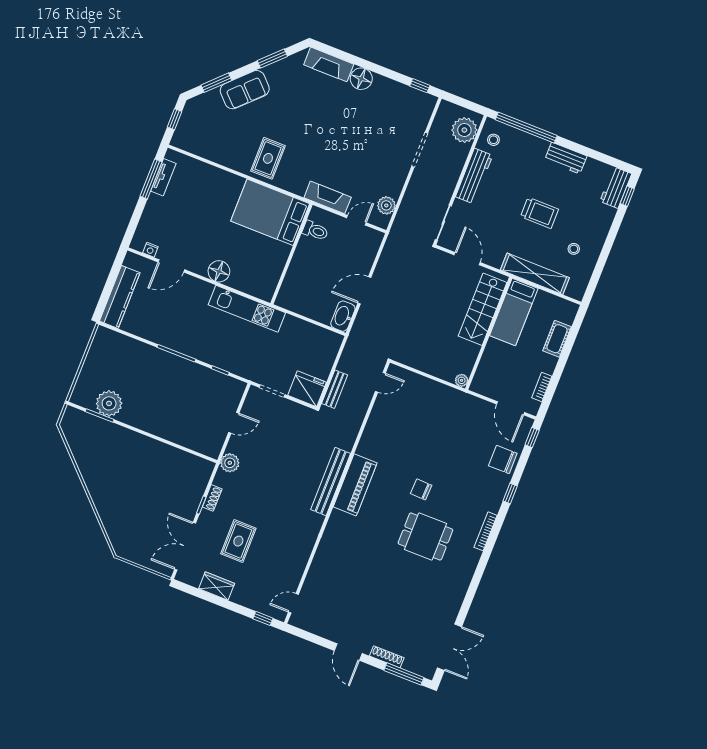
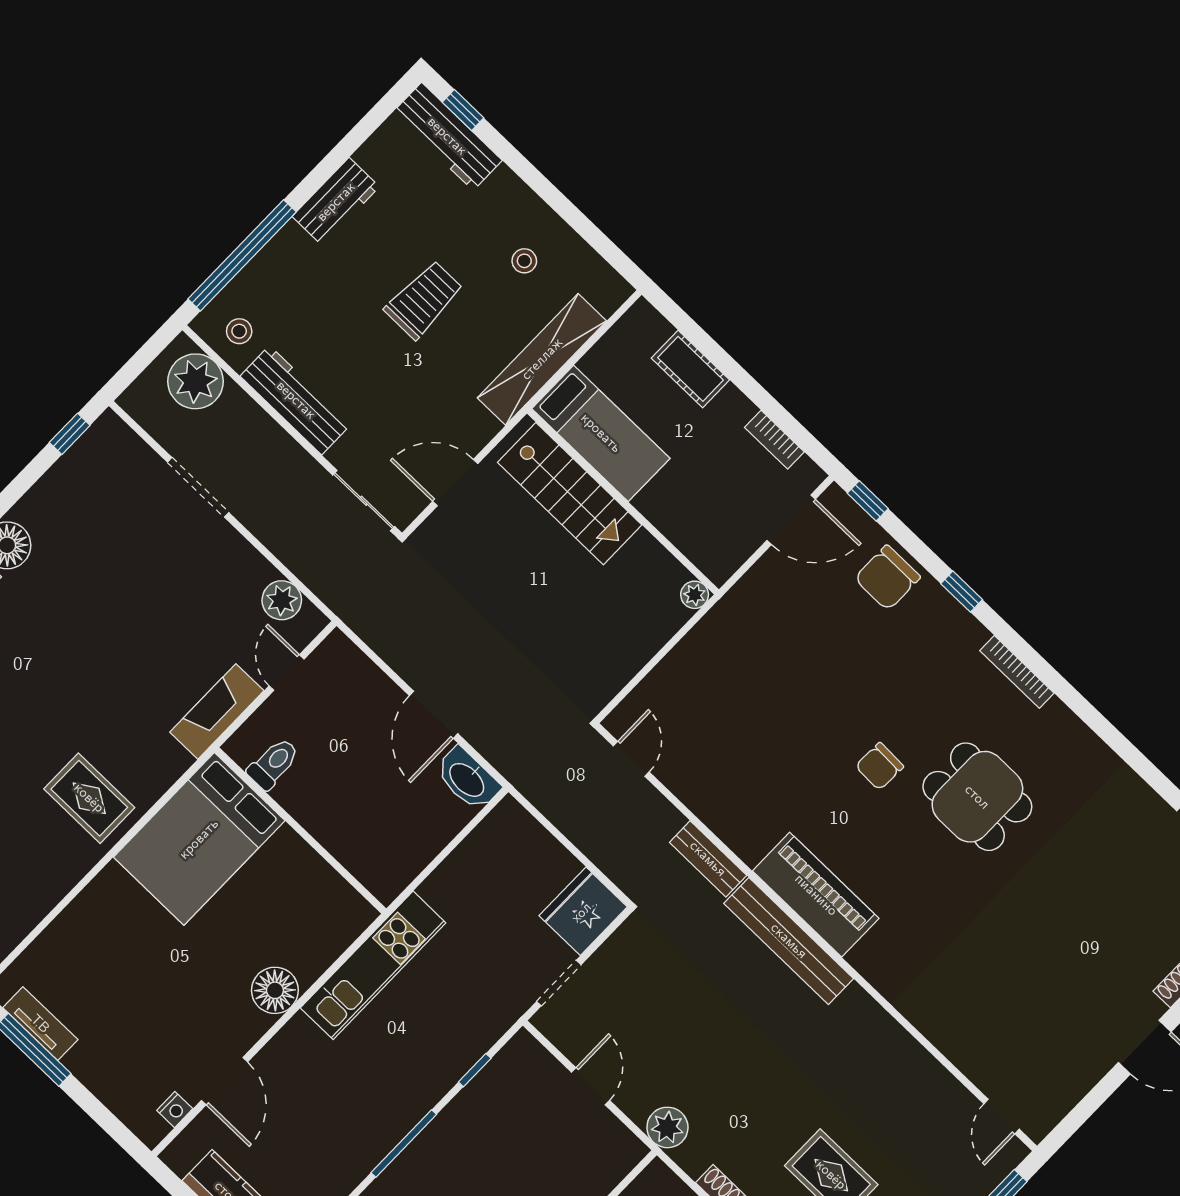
workbench: (616, 188) -> (447, 136), width x1.38
bench: (335, 389) -> (708, 859), moved
dining table: (425, 537) -> (977, 797), turned 90

